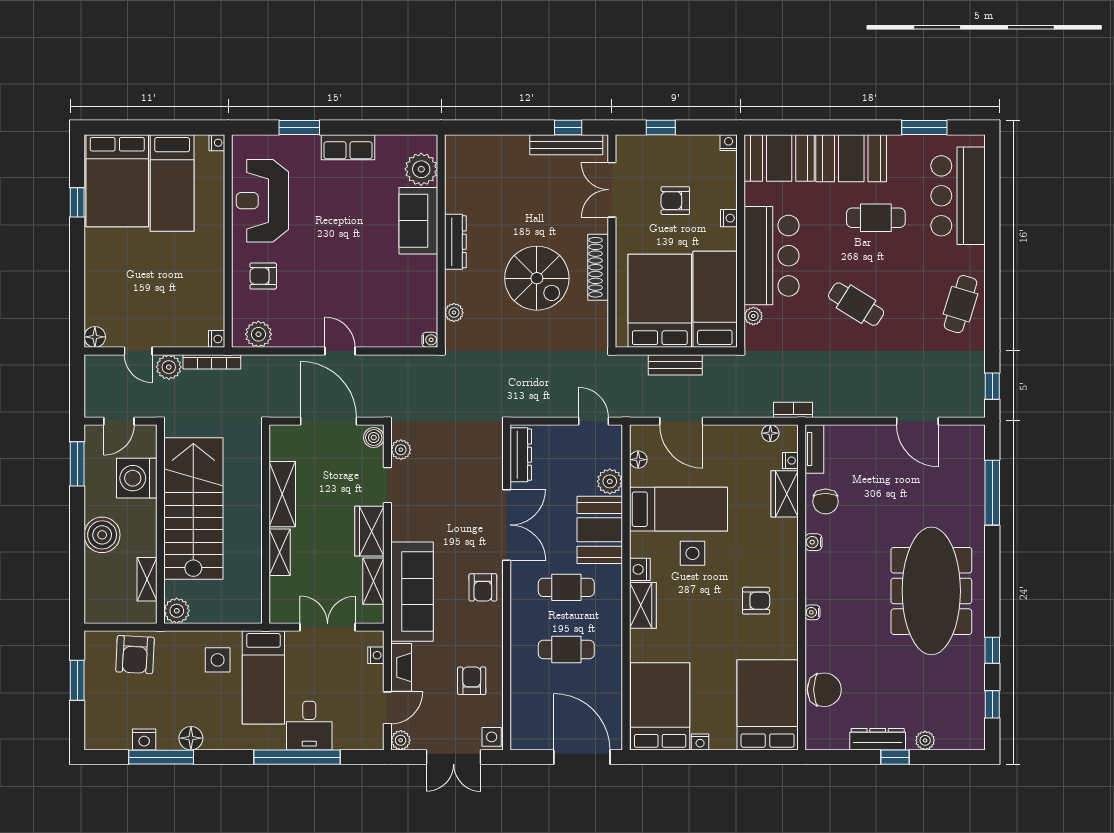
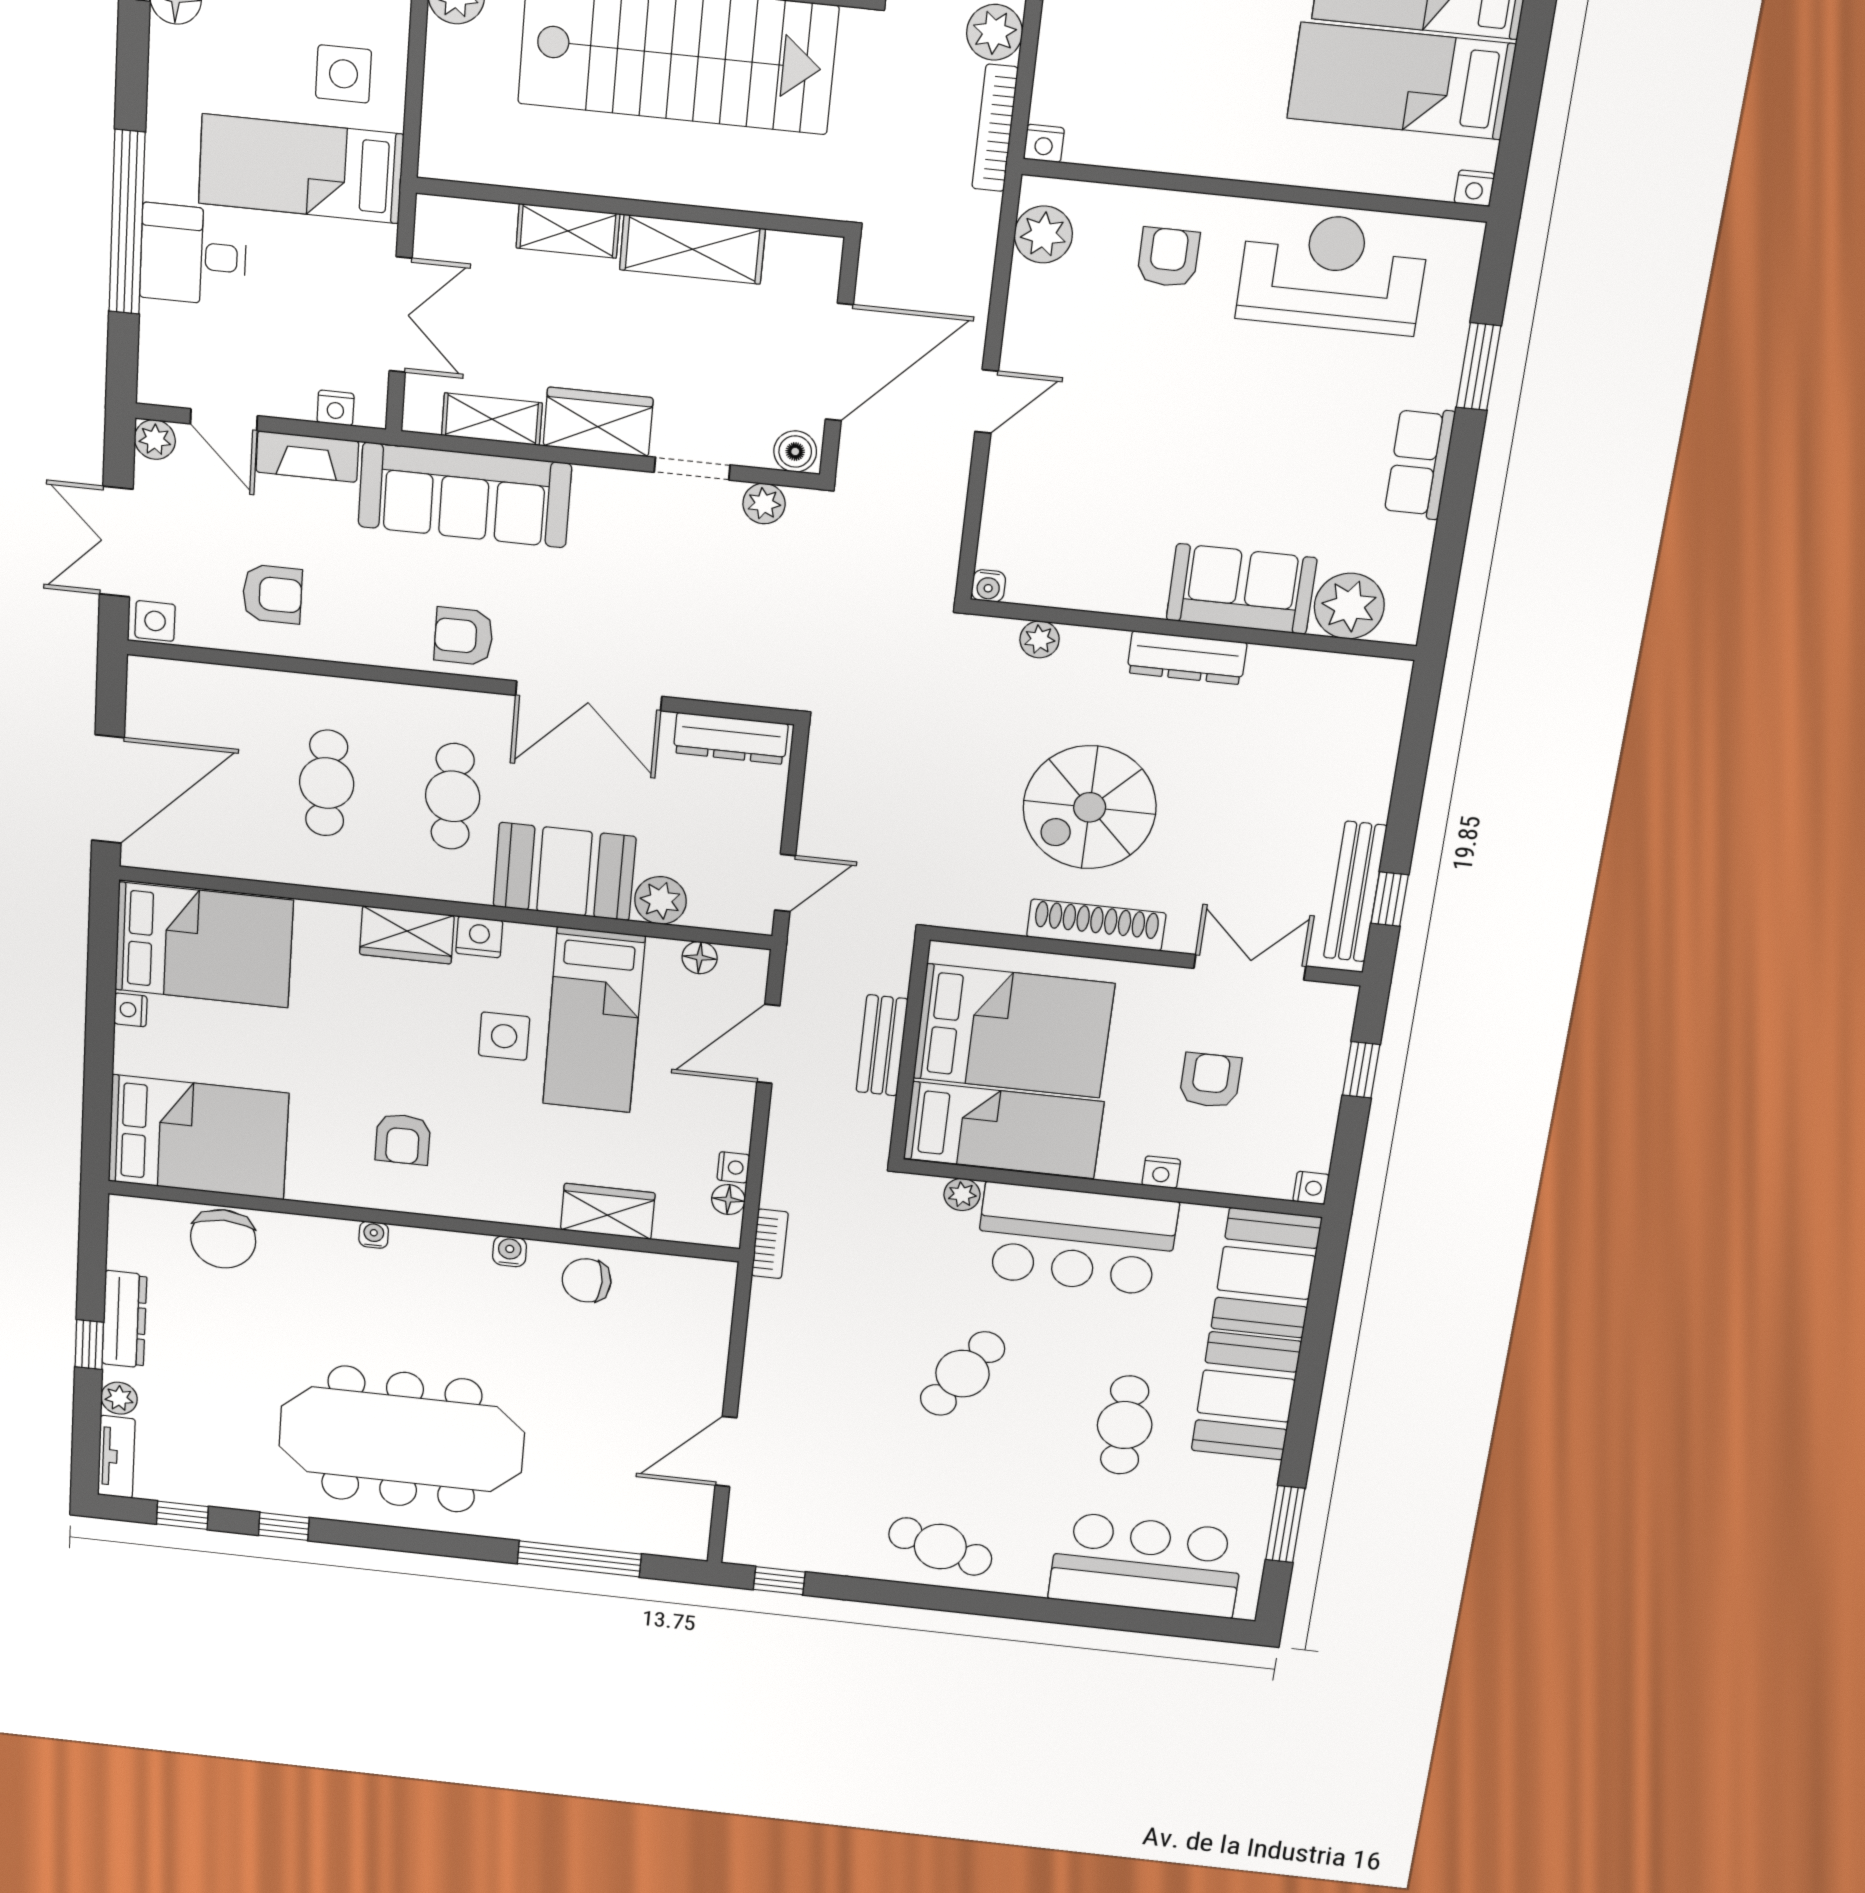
tv unit: (814, 449) -> (116, 1457), moved, turned -90
nightstand: (790, 461) -> (733, 1167), moved, turned -90

